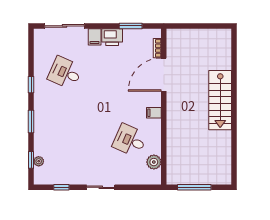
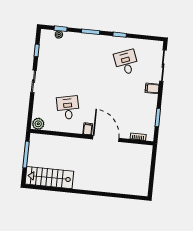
printer: (112, 37) -> (150, 102), removed
desk: (65, 73) -> (126, 62), turned -45
door: (164, 75) -> (106, 139), moved
stairs: (220, 100) -> (49, 178), moved
desk: (130, 140) -> (68, 108), turned -36
plant: (154, 162) -> (38, 124), moved

